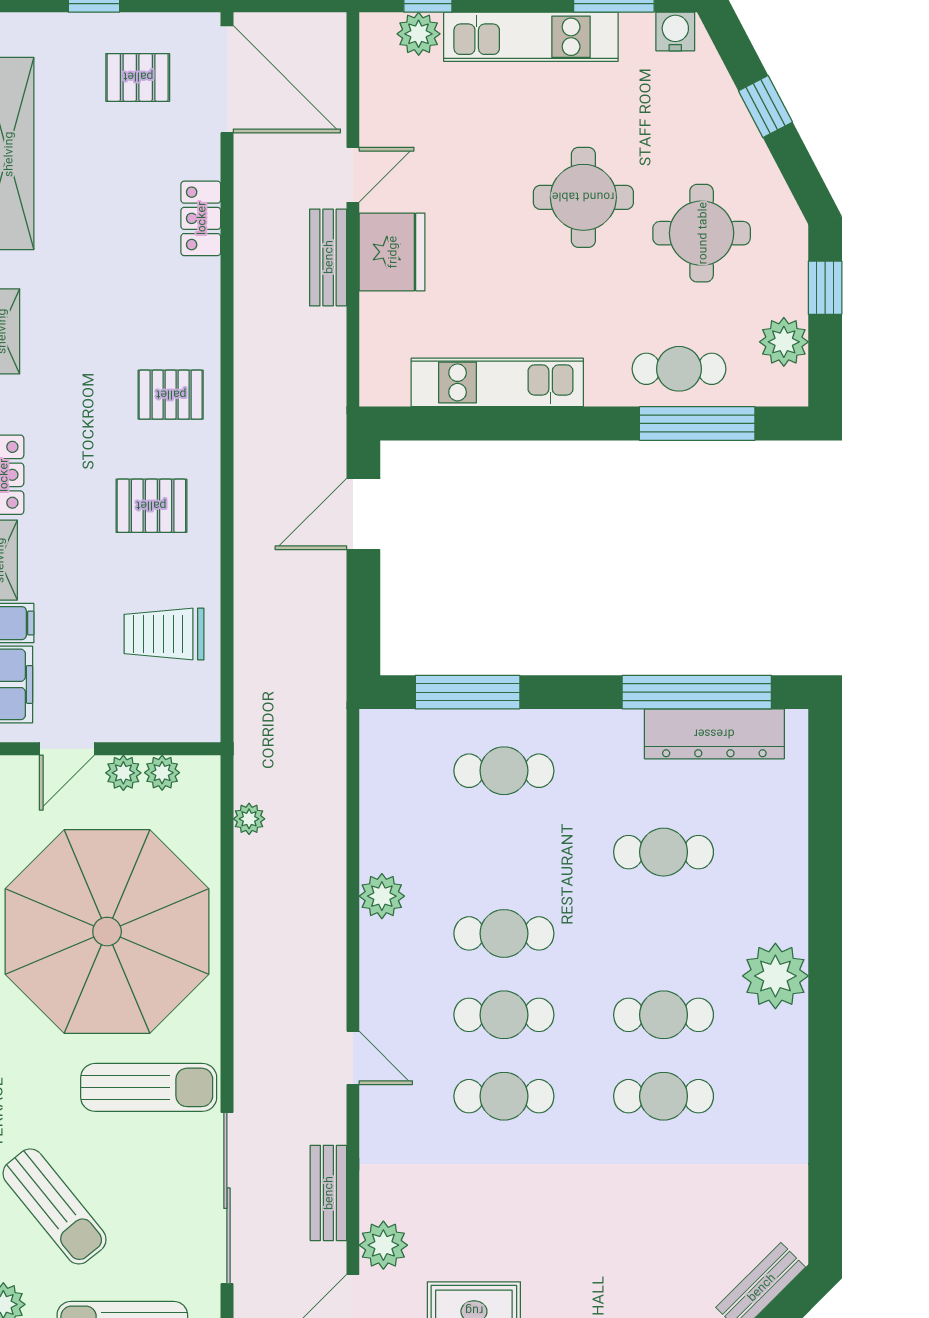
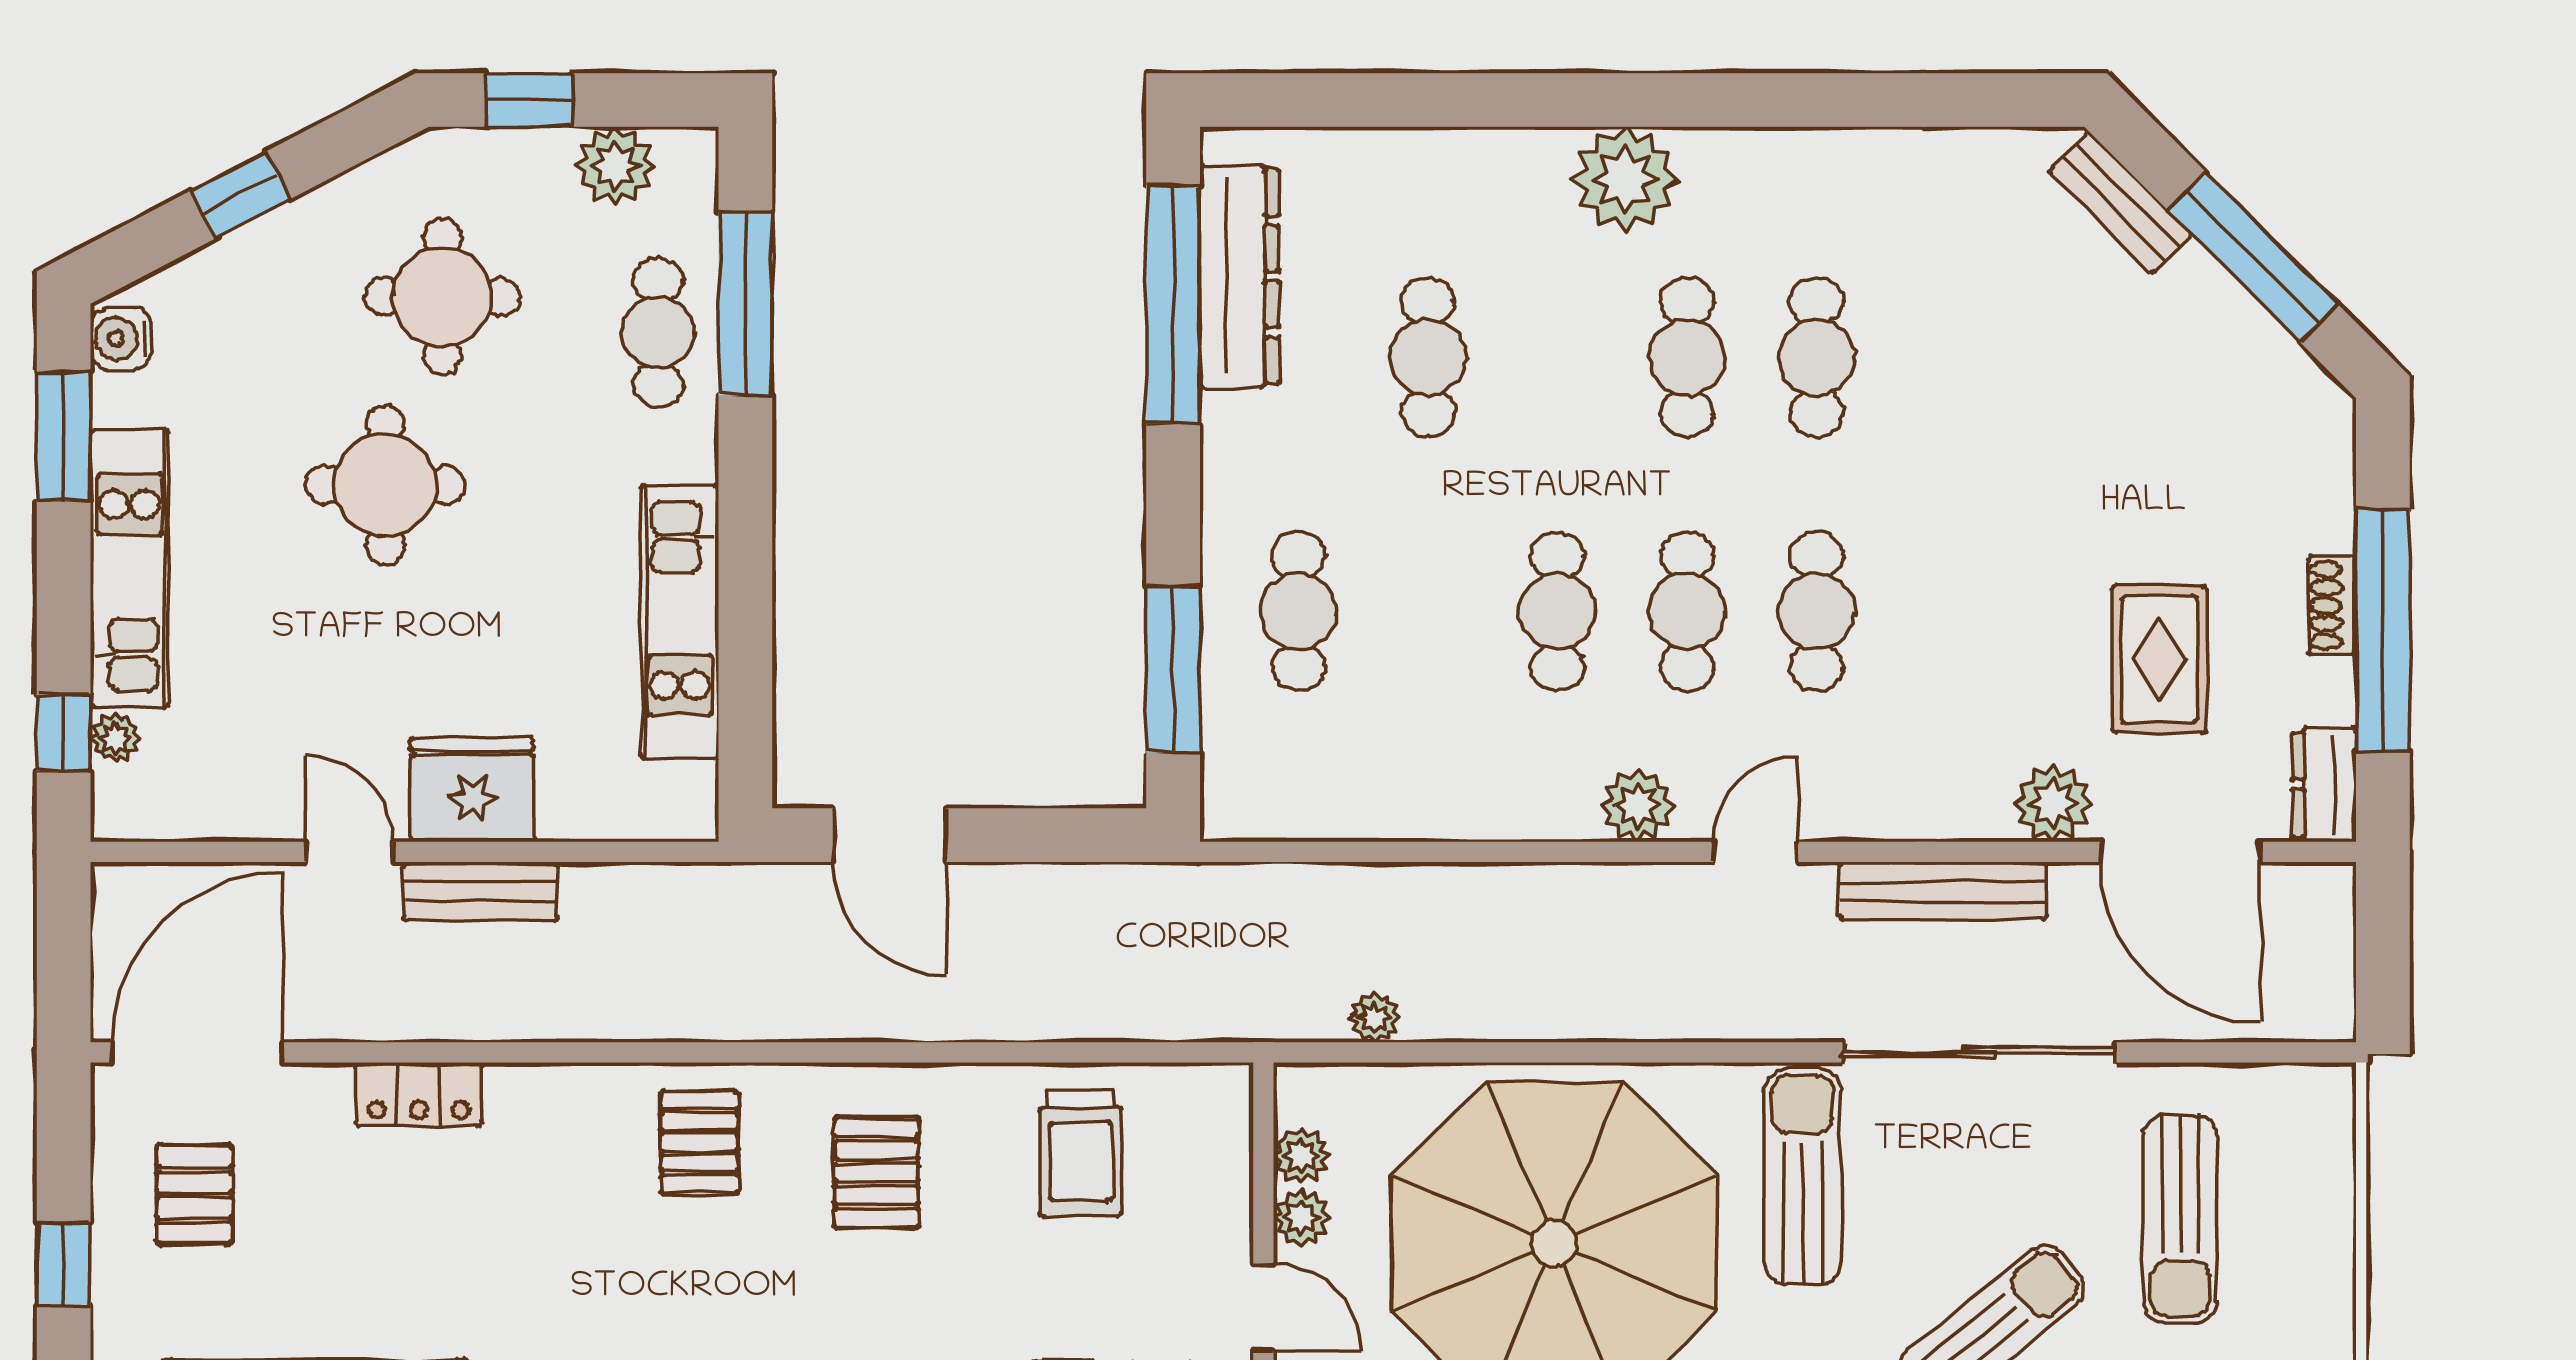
plant: (419, 34) -> (115, 738), width x0.73, depth x0.73
plant: (382, 896) -> (1638, 806), moved
bench: (328, 1193) -> (1943, 891), width x1.36

